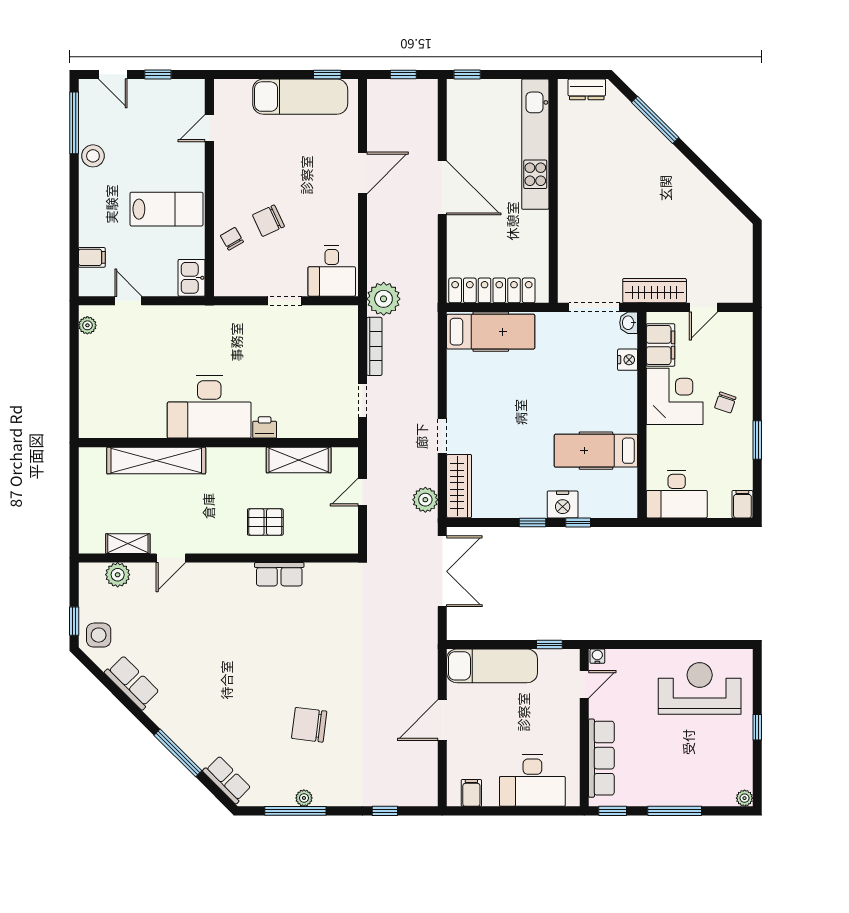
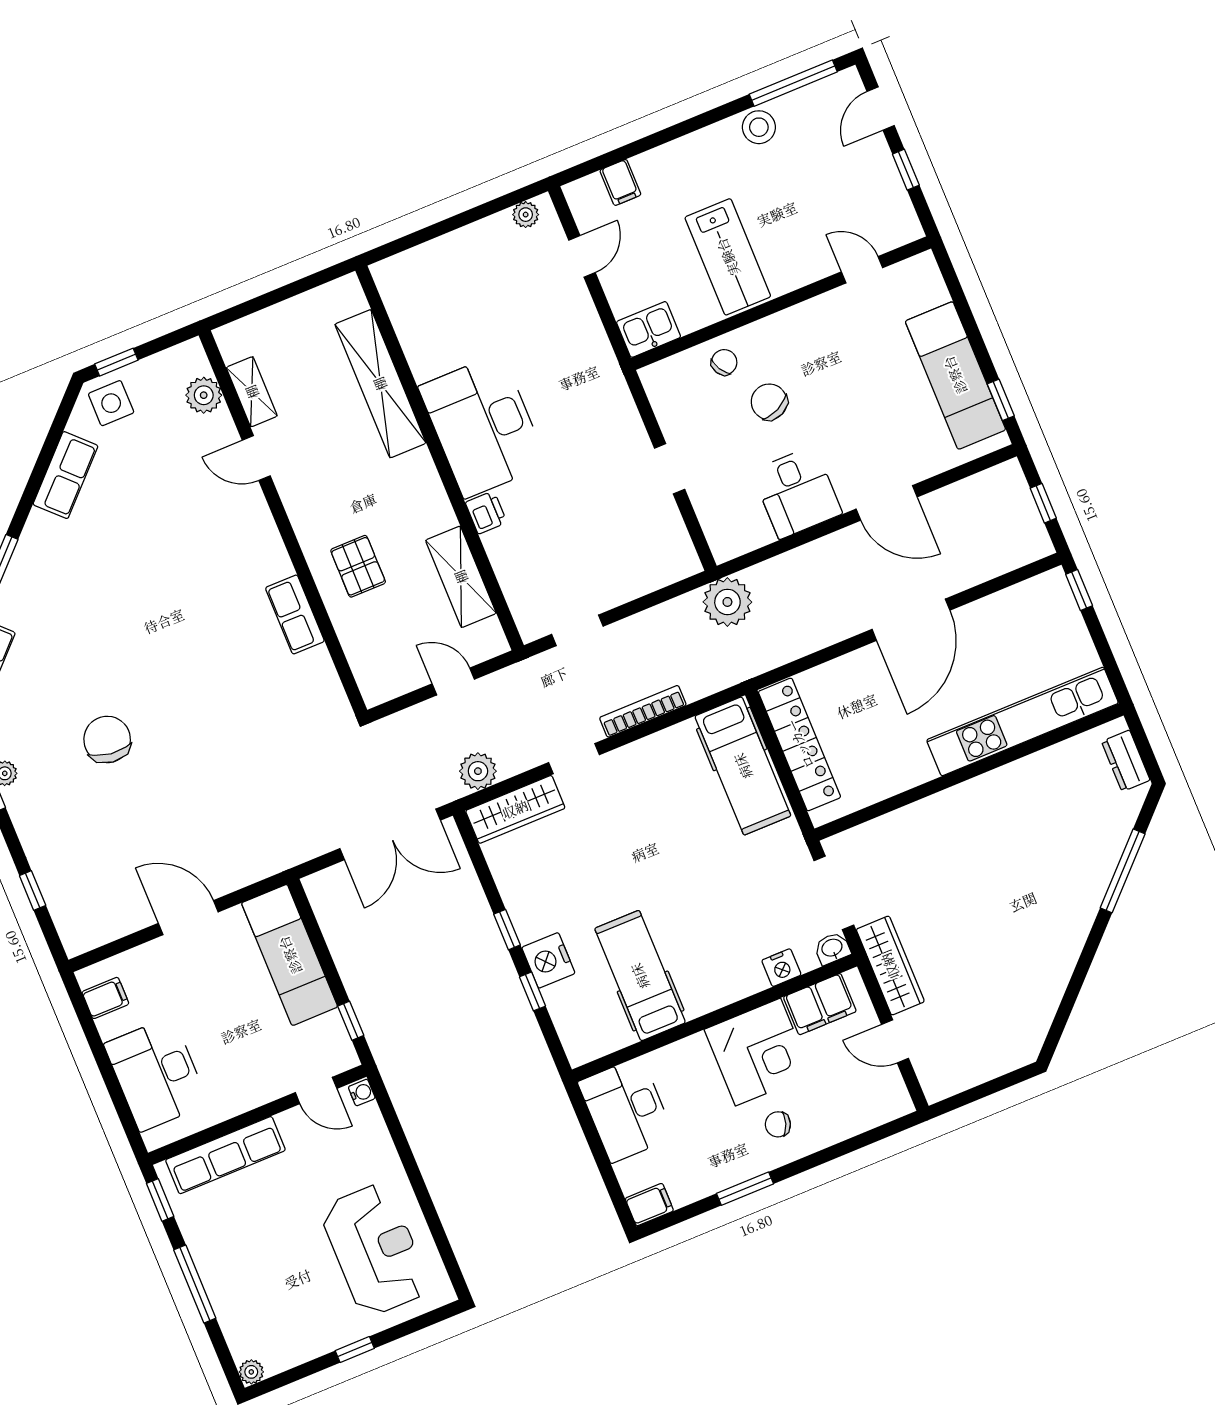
desk: (332, 271) -> (797, 492), moved, turned -90
bookcase: (374, 346) -> (643, 711), moved, turned 180

